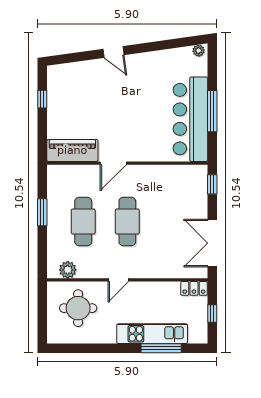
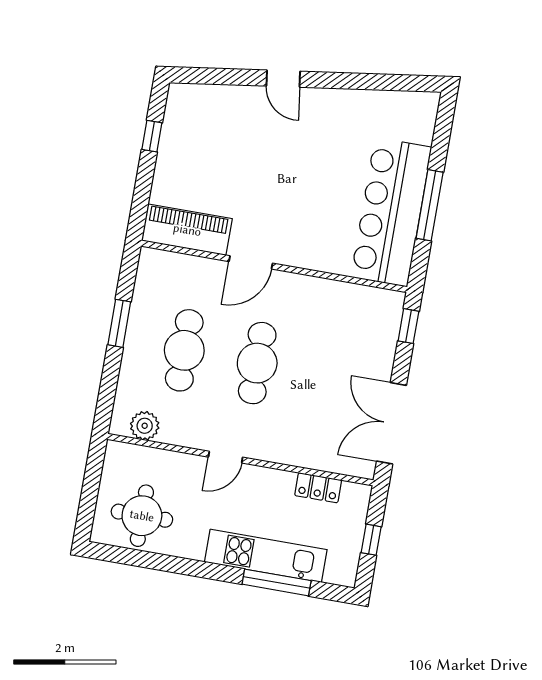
plant: (199, 51) -> (424, 101), removed
locker: (194, 288) -> (318, 488), moved
round table: (78, 308) -> (142, 516), moved

